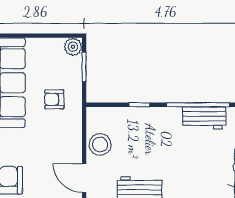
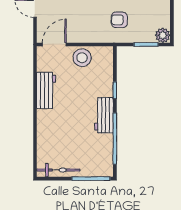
armchair: (54, 99) -> (119, 20), turned -90
workbench: (204, 118) -> (104, 115), moved

